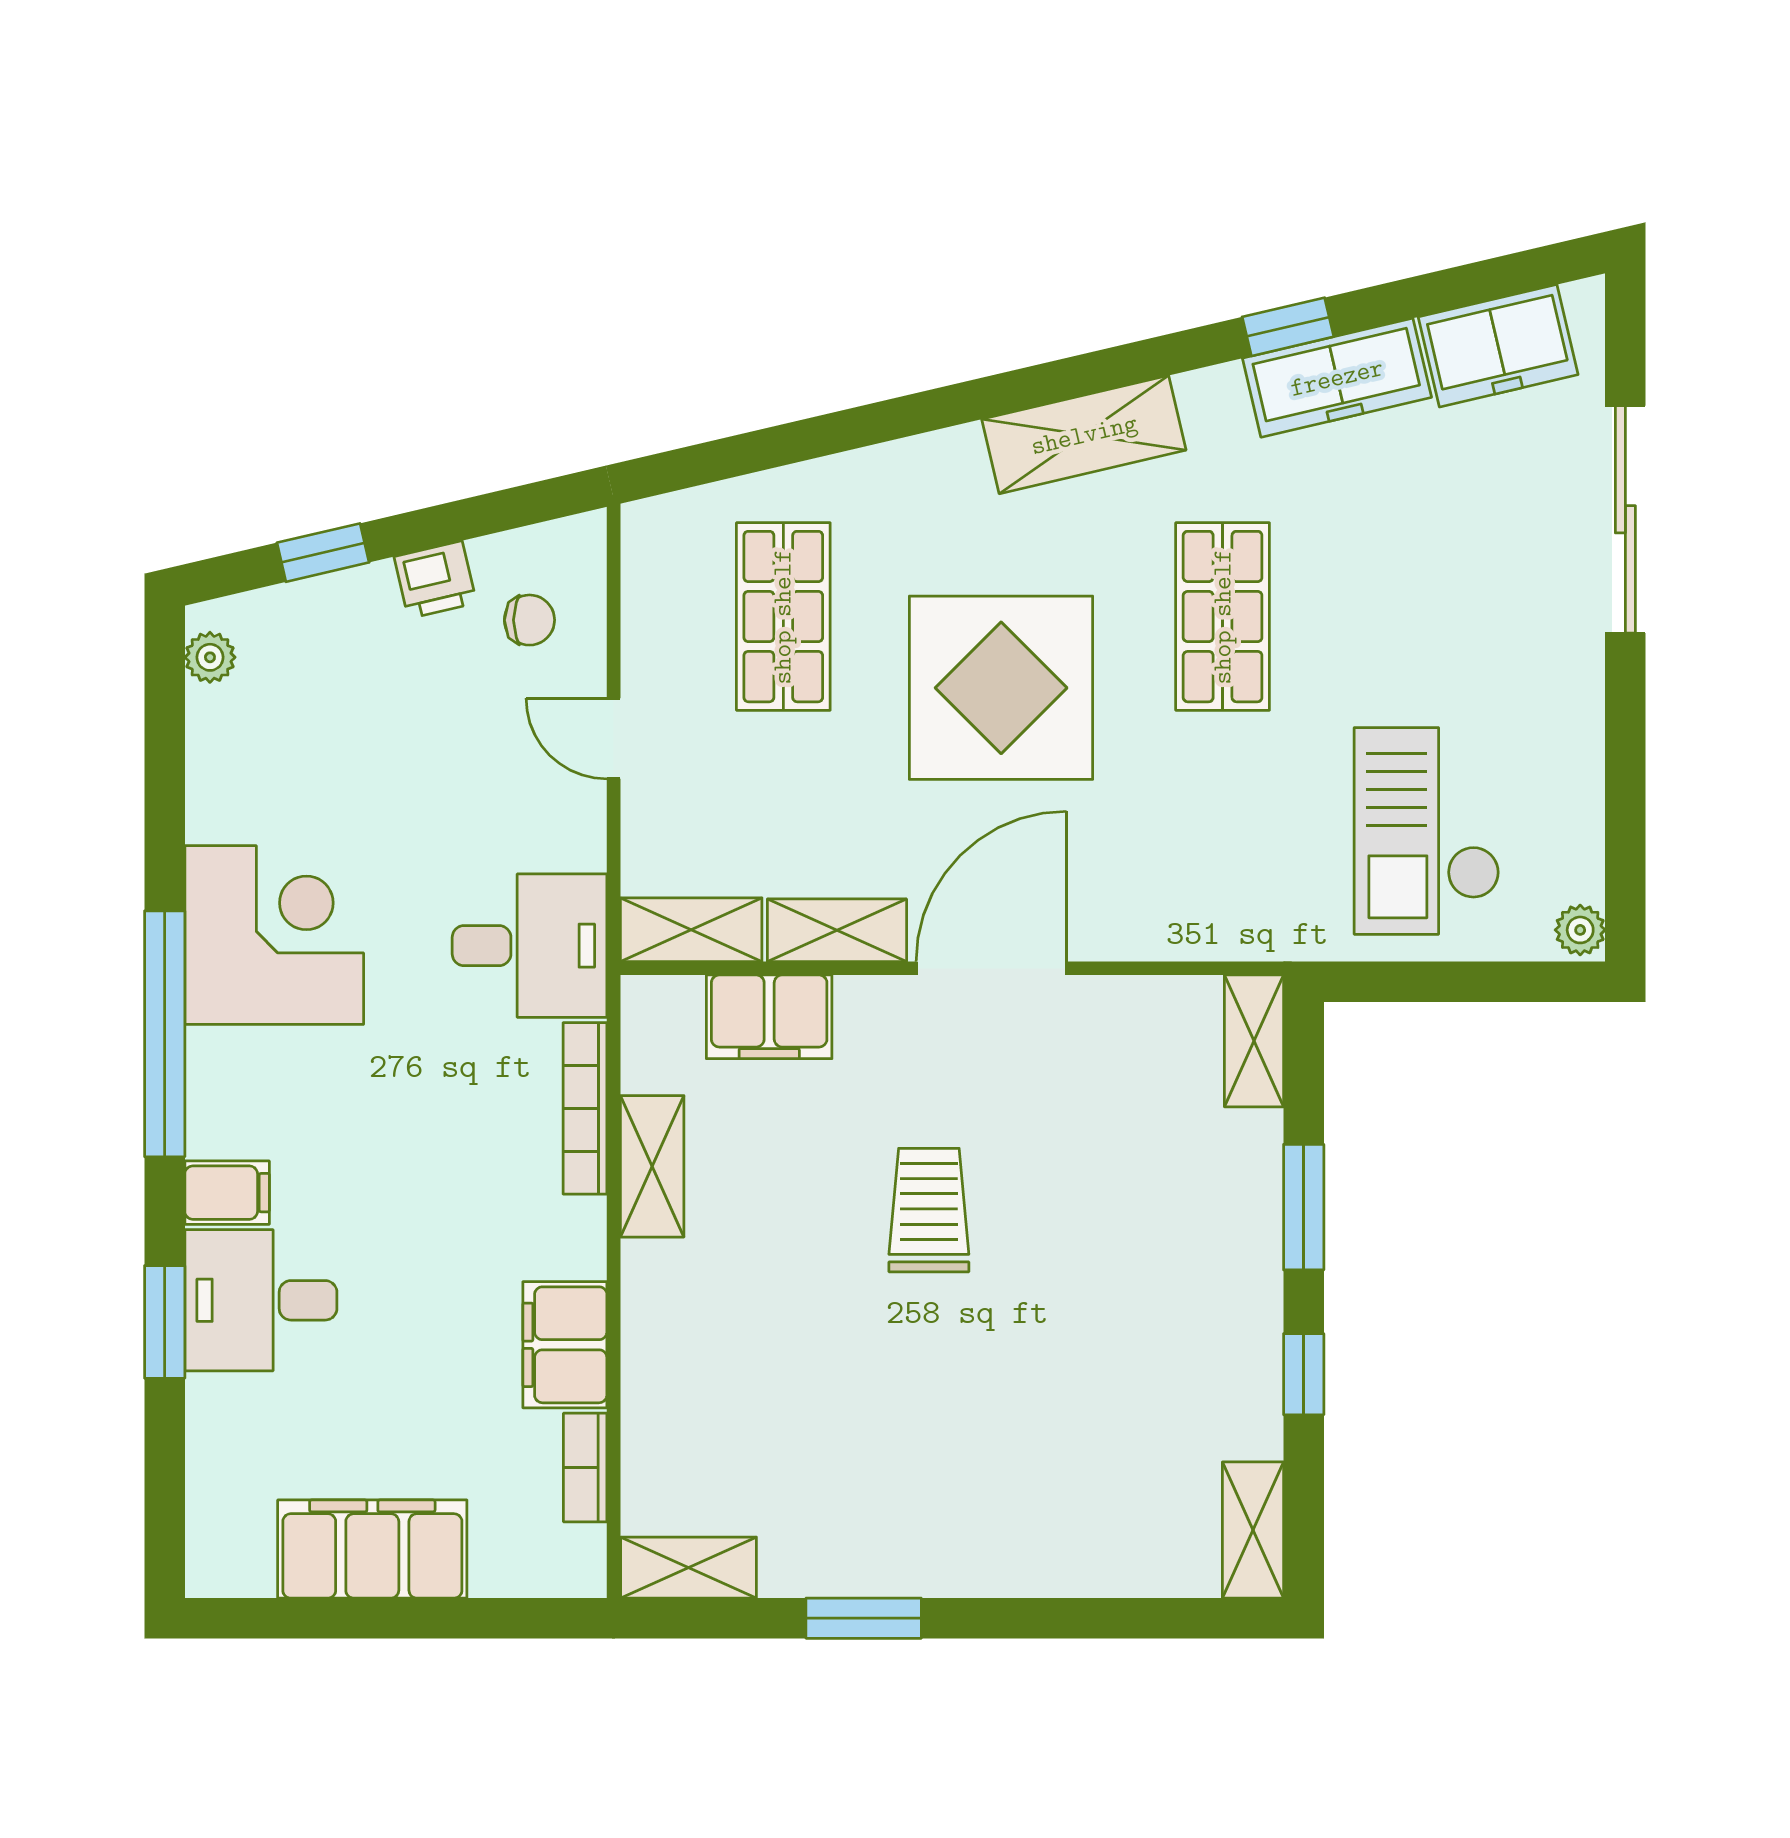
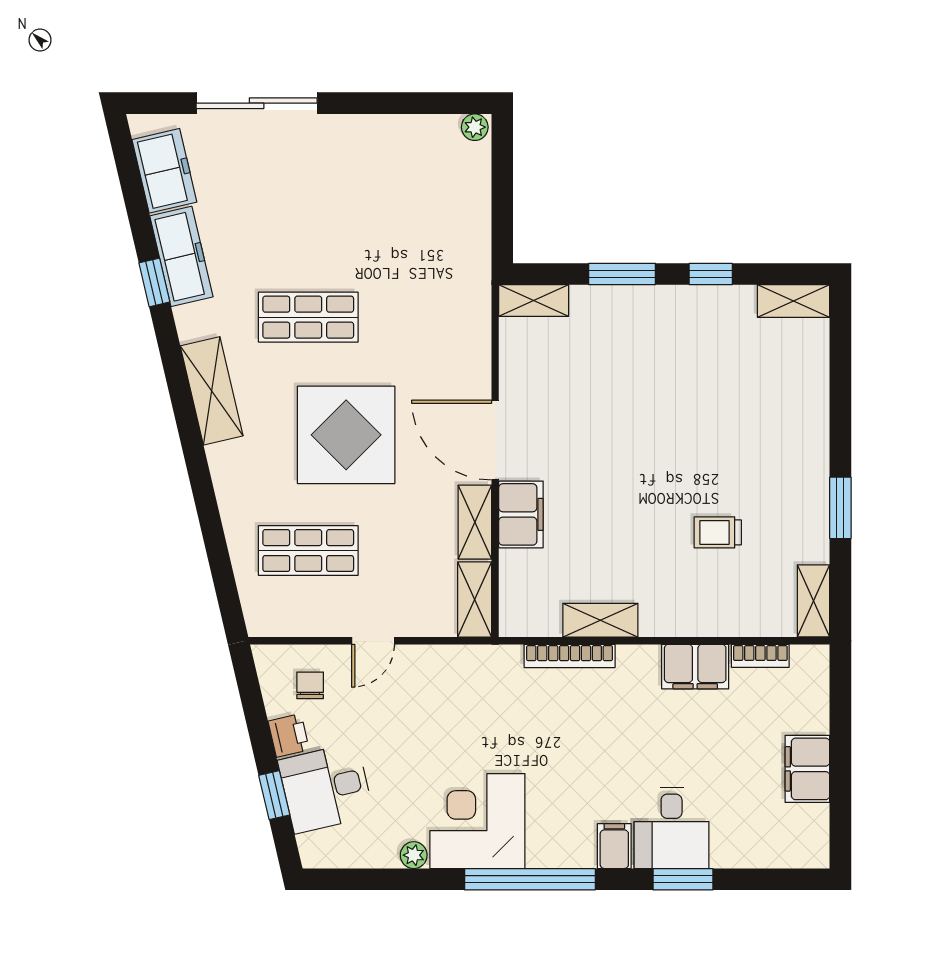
plant: (210, 657) -> (414, 855), moved
checkout: (1427, 831) -> (422, 209), removed
desk: (530, 946) -> (326, 788), moved, turned -103
filing cabinet: (769, 1017) -> (521, 514), moved
trolley: (929, 1210) -> (718, 532), moved, width x0.73, depth x0.72
filing cabinet: (372, 1549) -> (807, 769), width x0.67, depth x0.86

